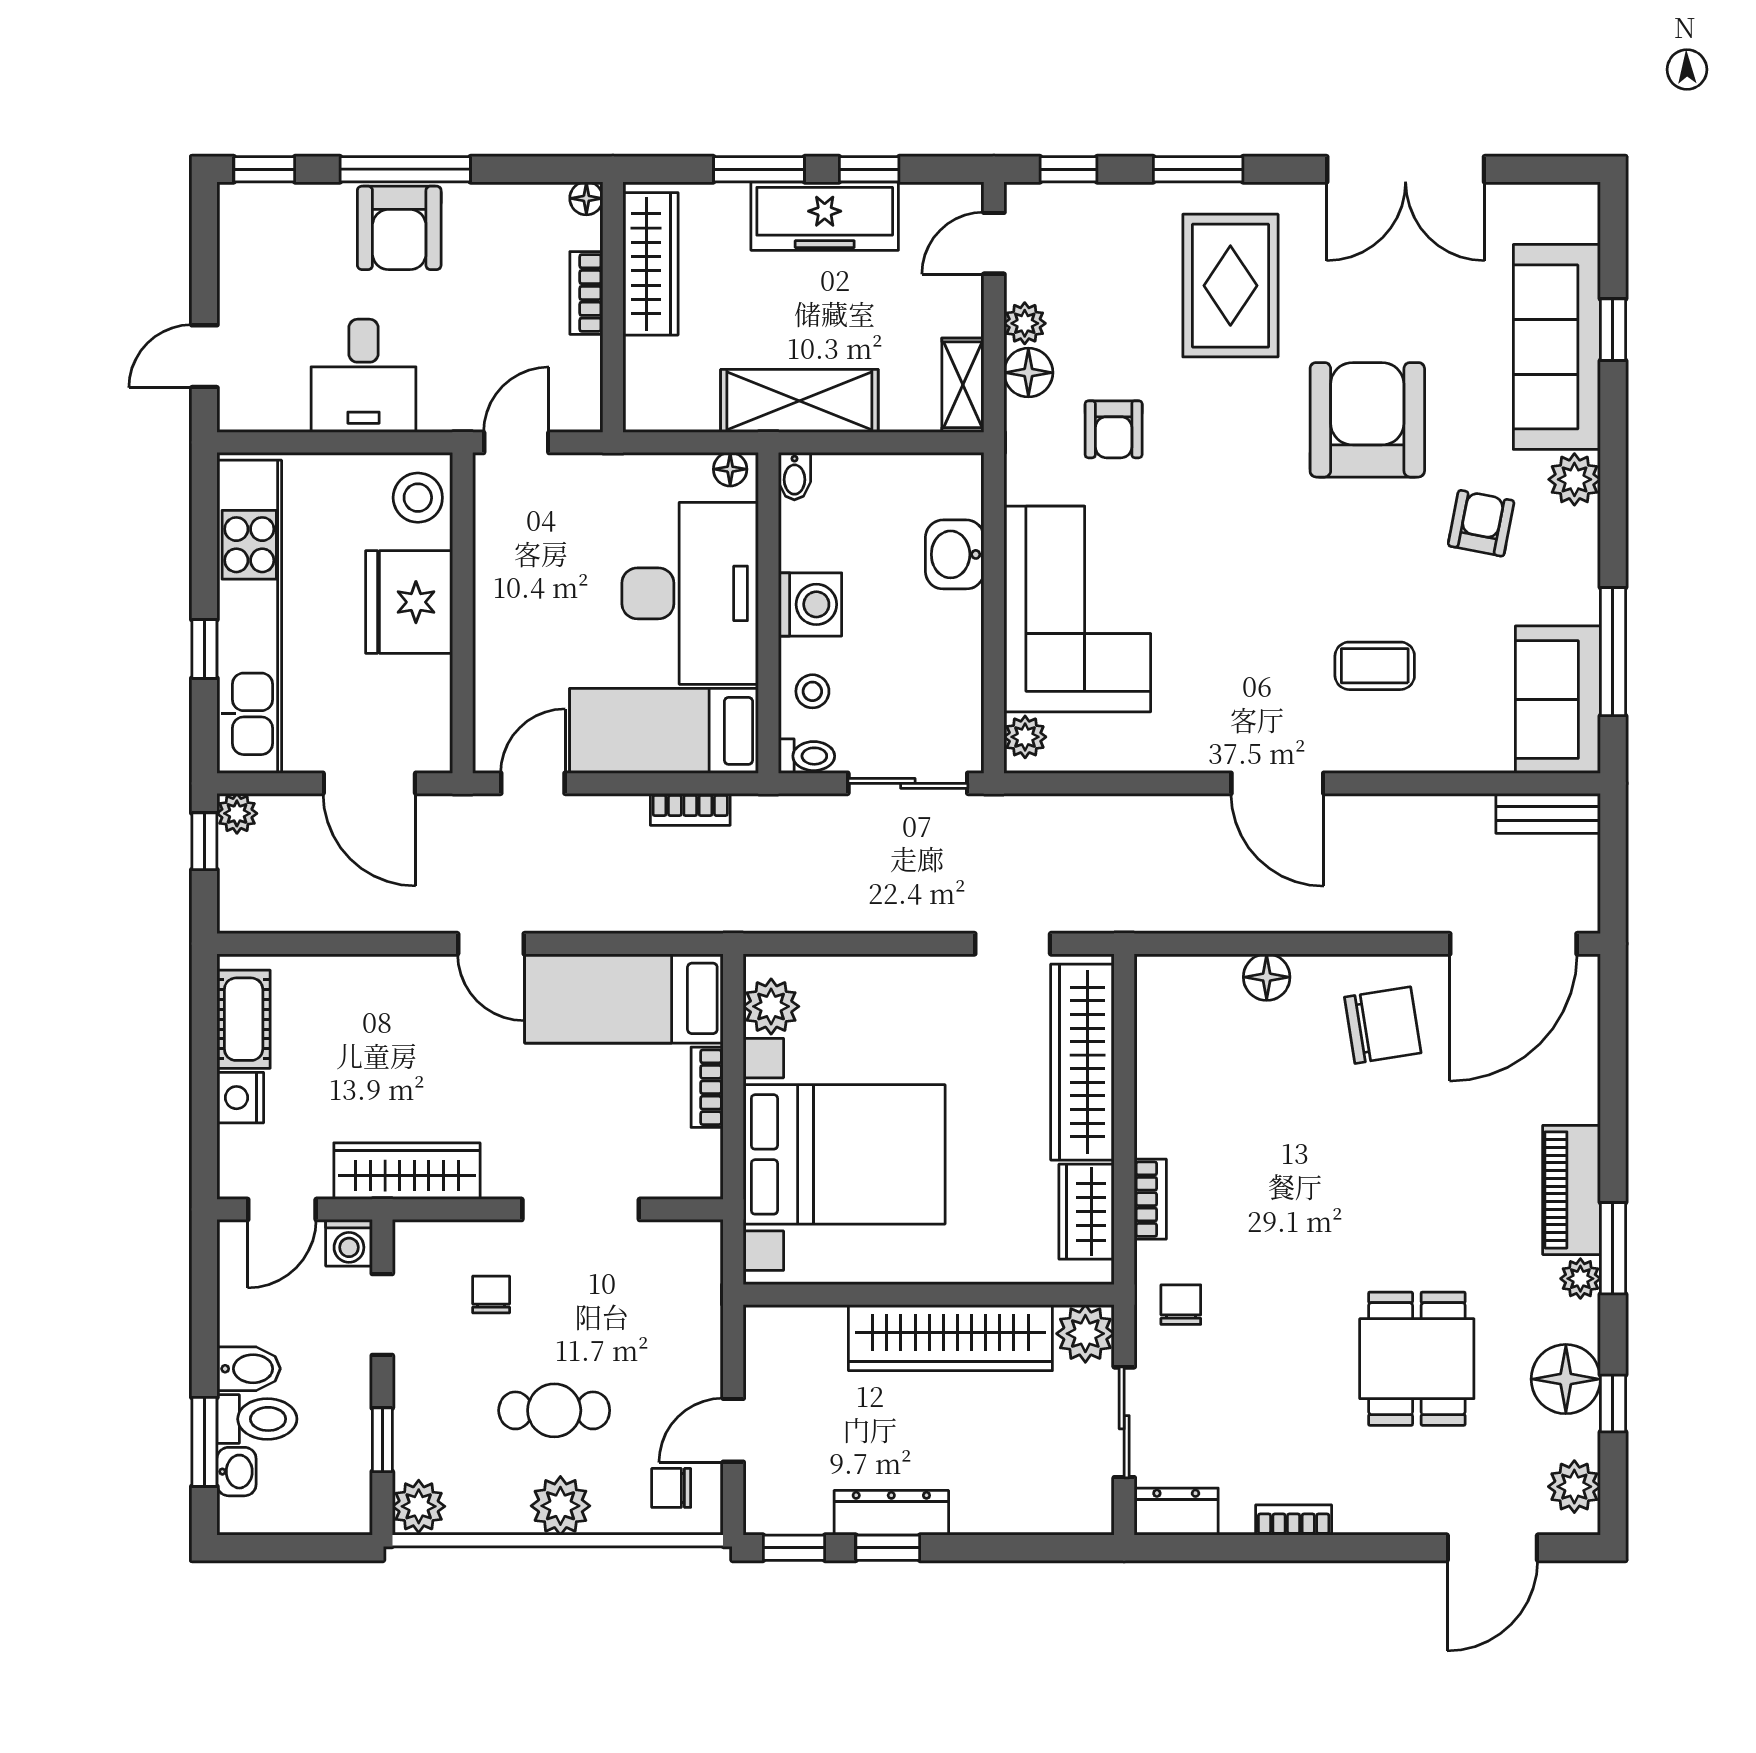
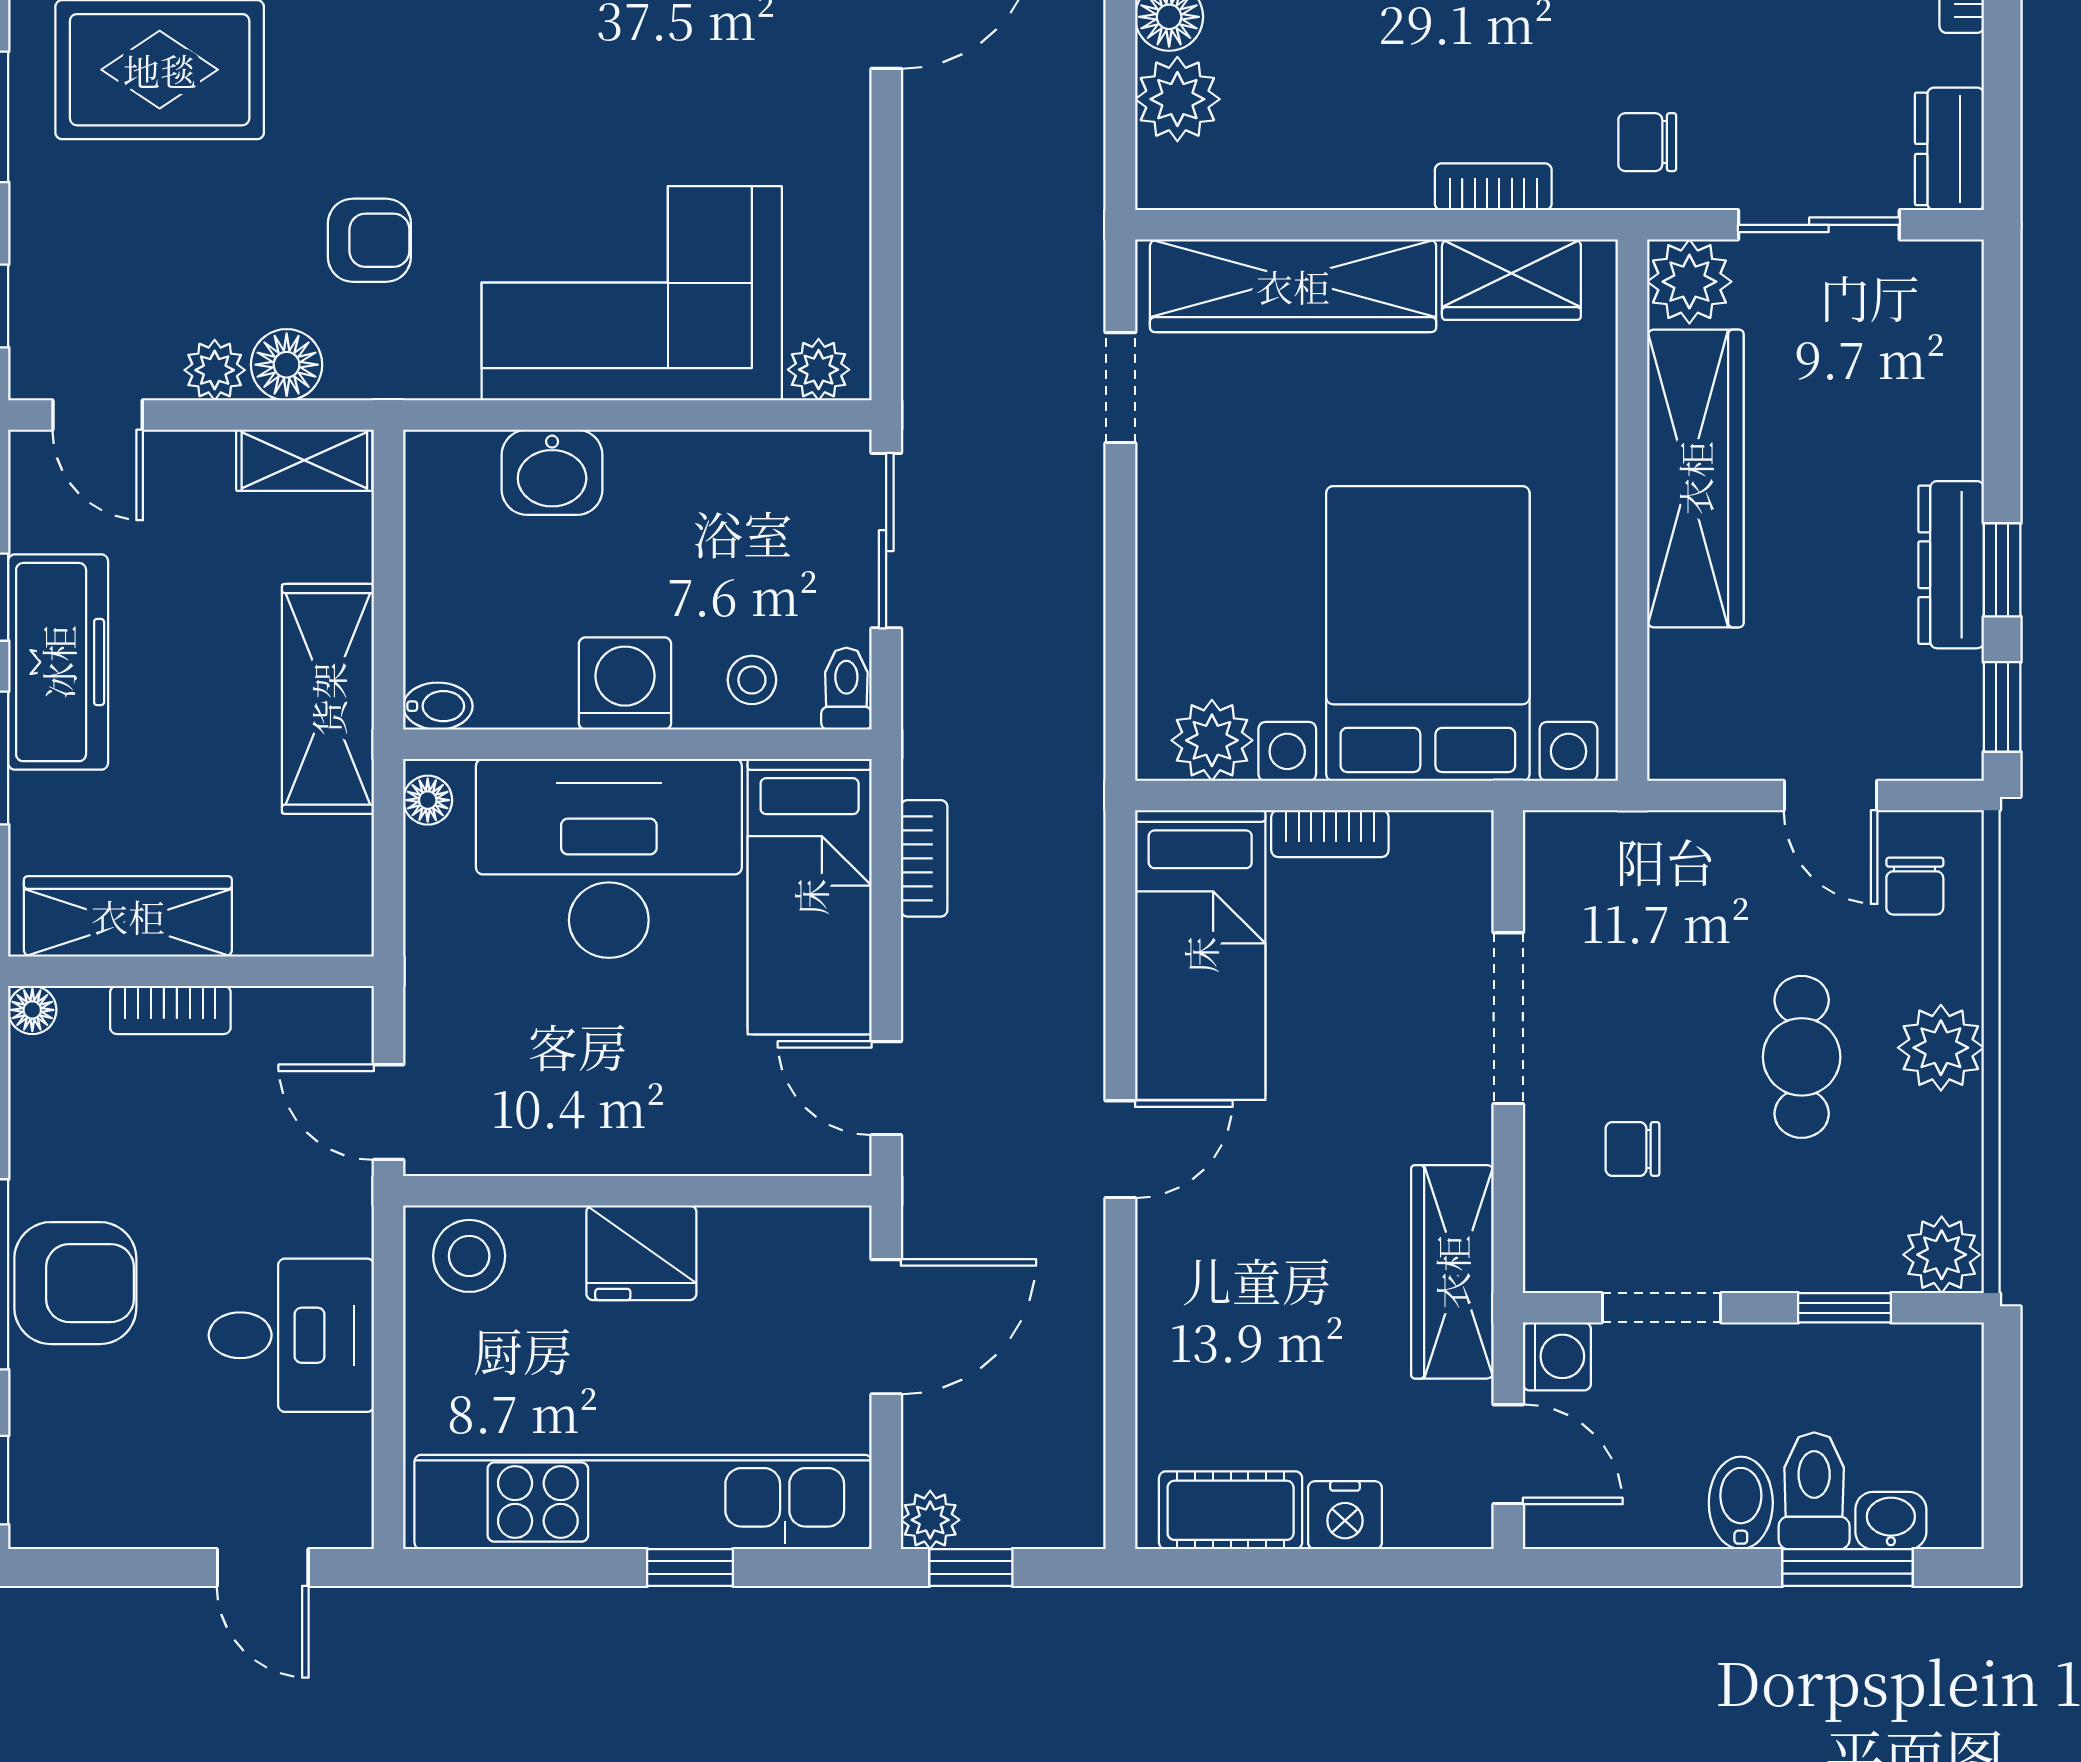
fridge: (409, 602) -> (641, 1253), width x0.73, depth x0.75
plant: (1210, 983) -> (1177, 99), added

